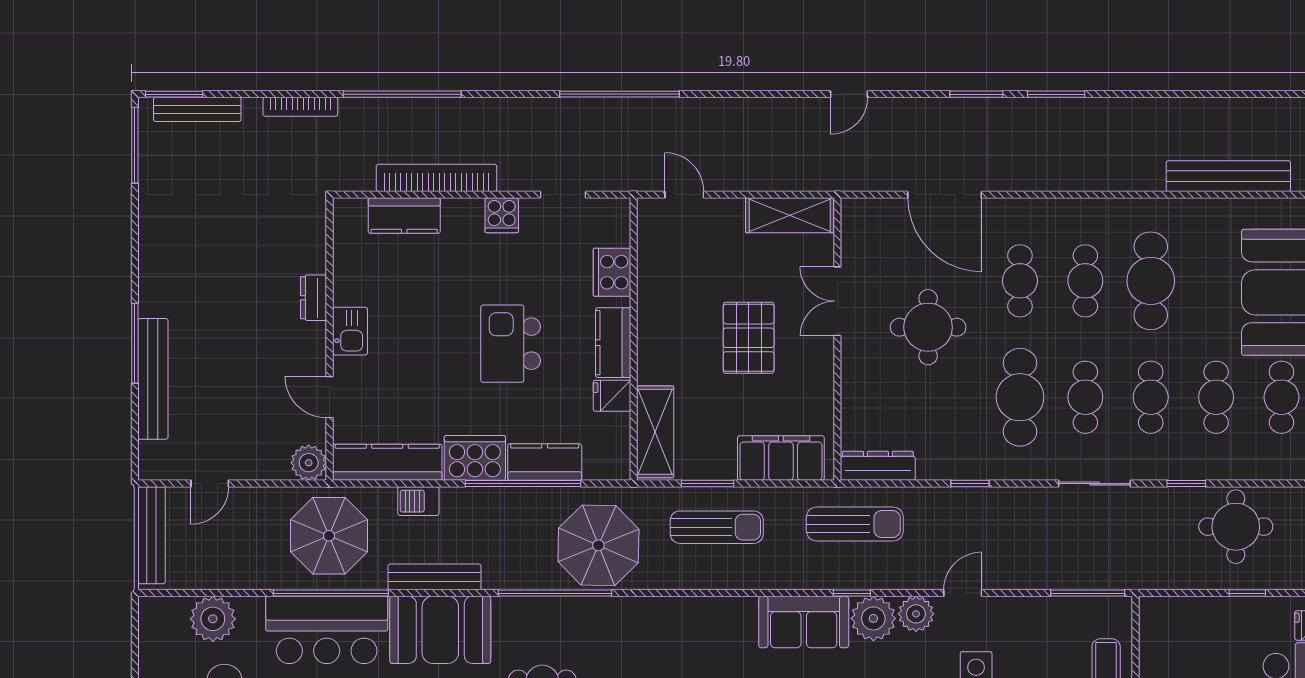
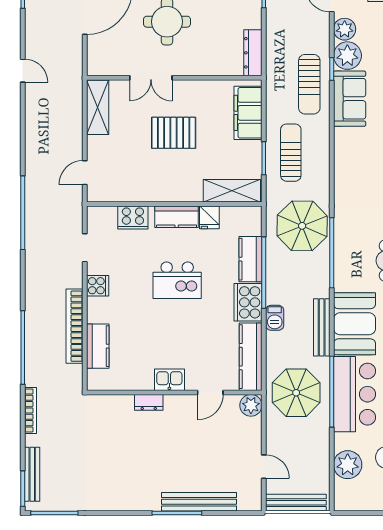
barbecue: (418, 501) -> (275, 318), moved
sun lounger: (855, 524) -> (309, 84), moved, turned 180

